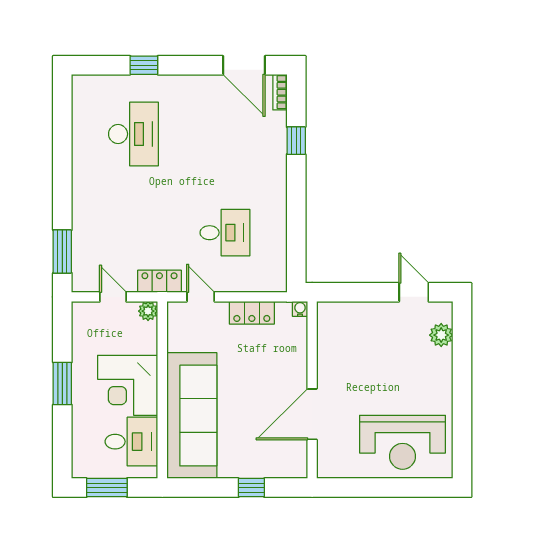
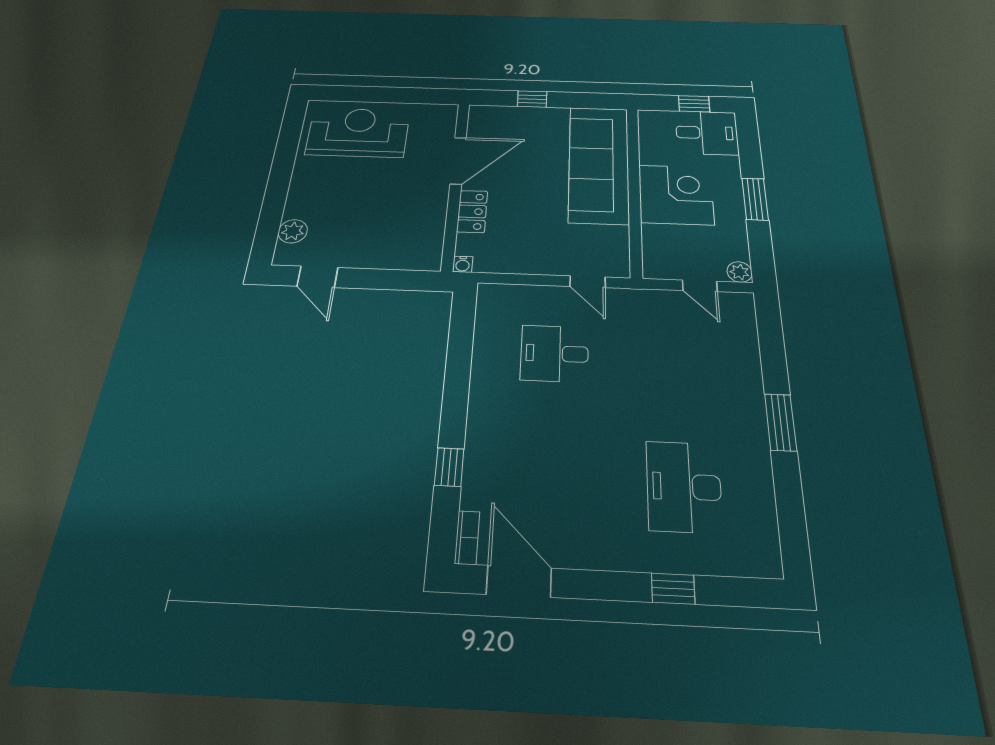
window: (62, 251) -> (781, 422), moved
locker: (159, 281) -> (641, 301), removed
plant: (148, 311) -> (740, 272), moved
locker: (252, 313) -> (472, 211), moved, turned 90
desk: (131, 442) -> (707, 133), moved, turned 180
window: (107, 488) -> (694, 104), width x0.67

